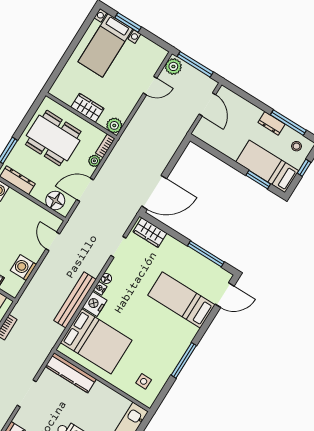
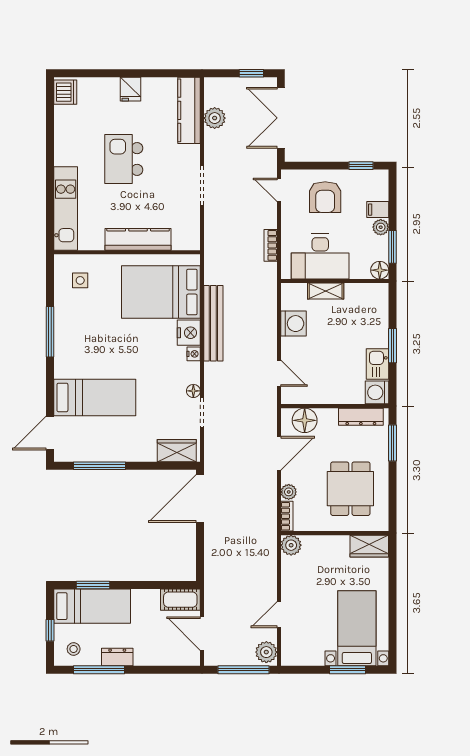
wardrobe: (87, 108) -> (369, 546), moved
cot: (208, 135) -> (180, 600), added
dining table: (53, 138) -> (350, 489), width x0.73
floor lamp: (106, 278) -> (193, 391), moved
kitchen counter: (71, 373) -> (138, 239), moved

